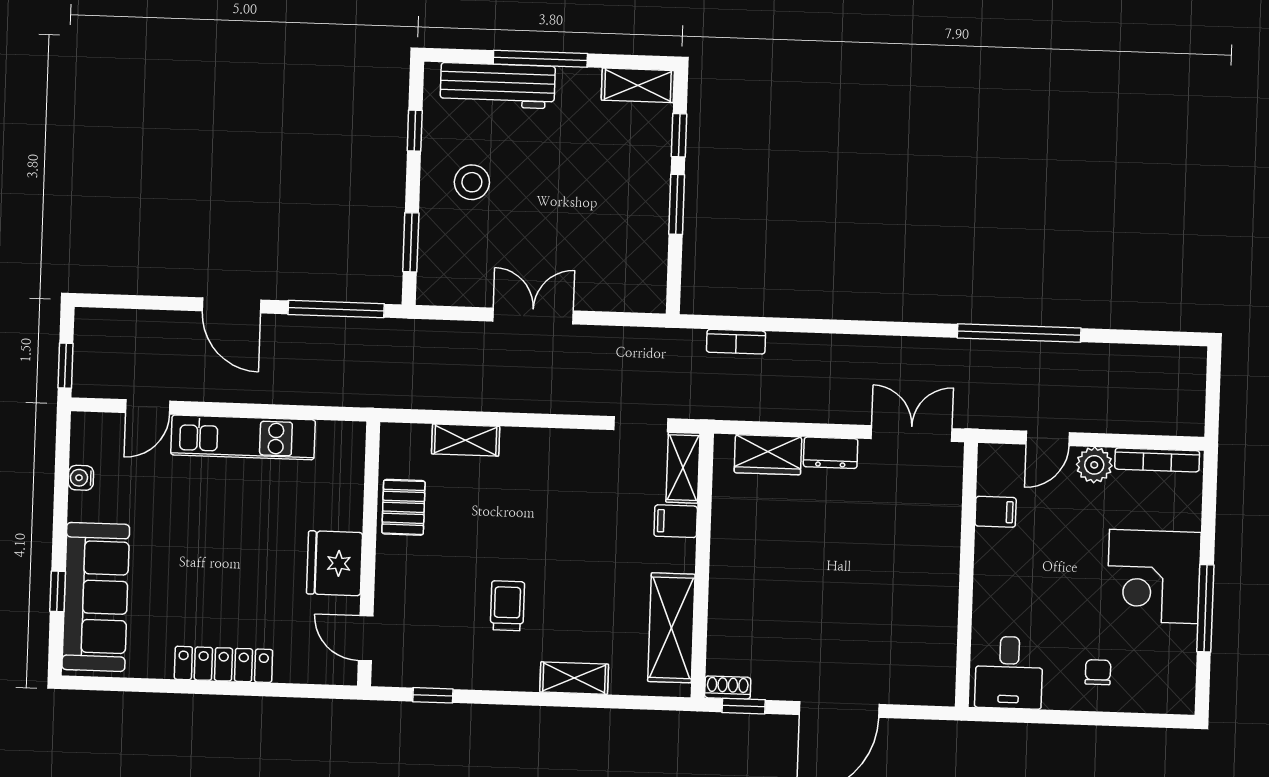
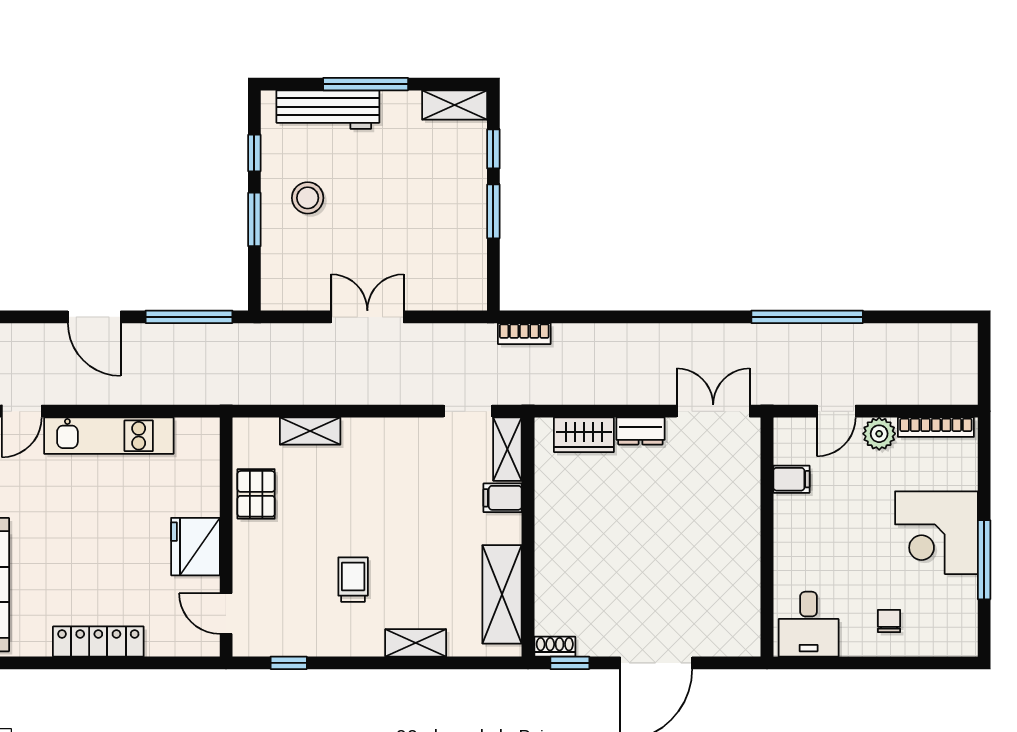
window: (411, 242) -> (254, 219), moved
bookcase: (736, 342) -> (524, 334), moved

